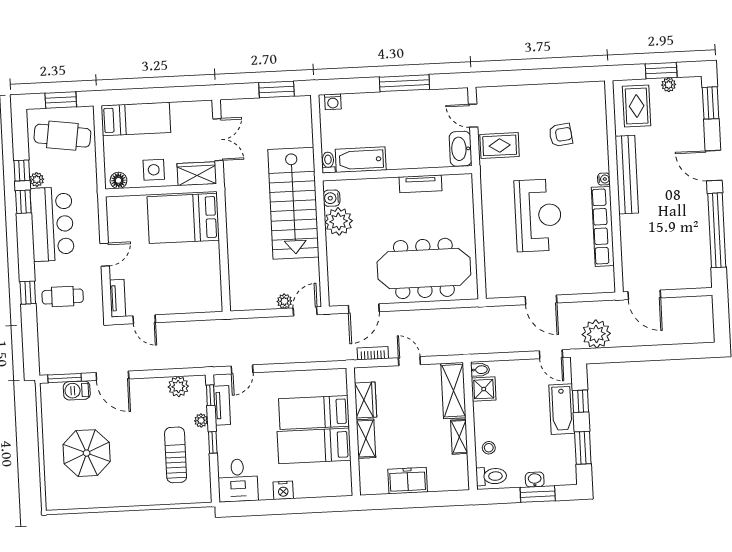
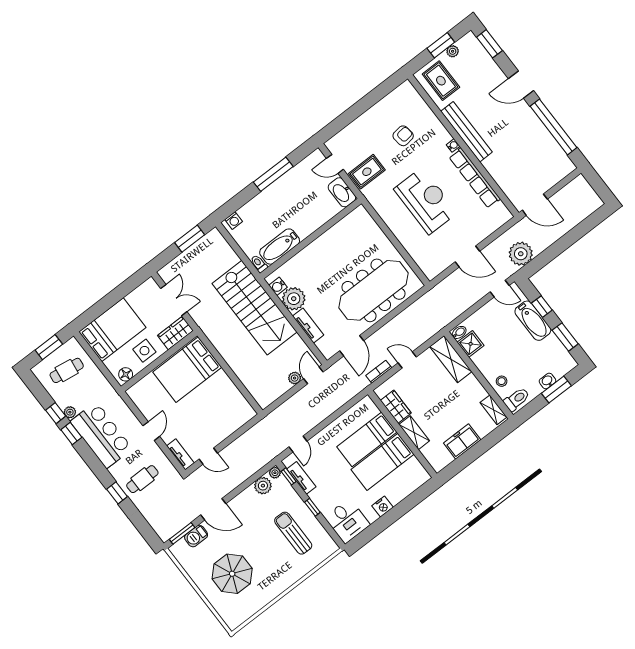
bed: (136, 119) -> (112, 330), width x1.50
cafe table: (62, 136) -> (67, 370), width x0.73, depth x0.74
tv unit: (421, 184) -> (308, 326), moved, turned -90
plant: (201, 420) -> (275, 473), moved
shelving: (459, 437) -> (493, 410), moved

